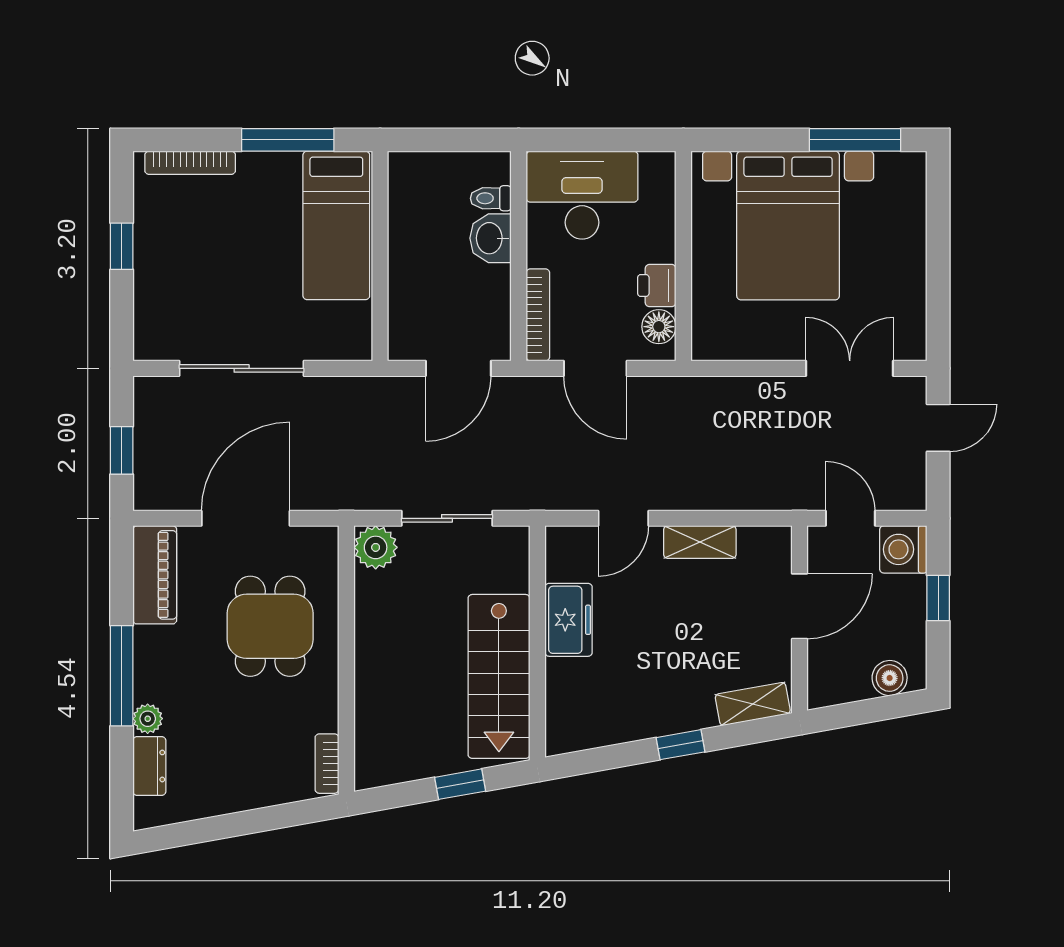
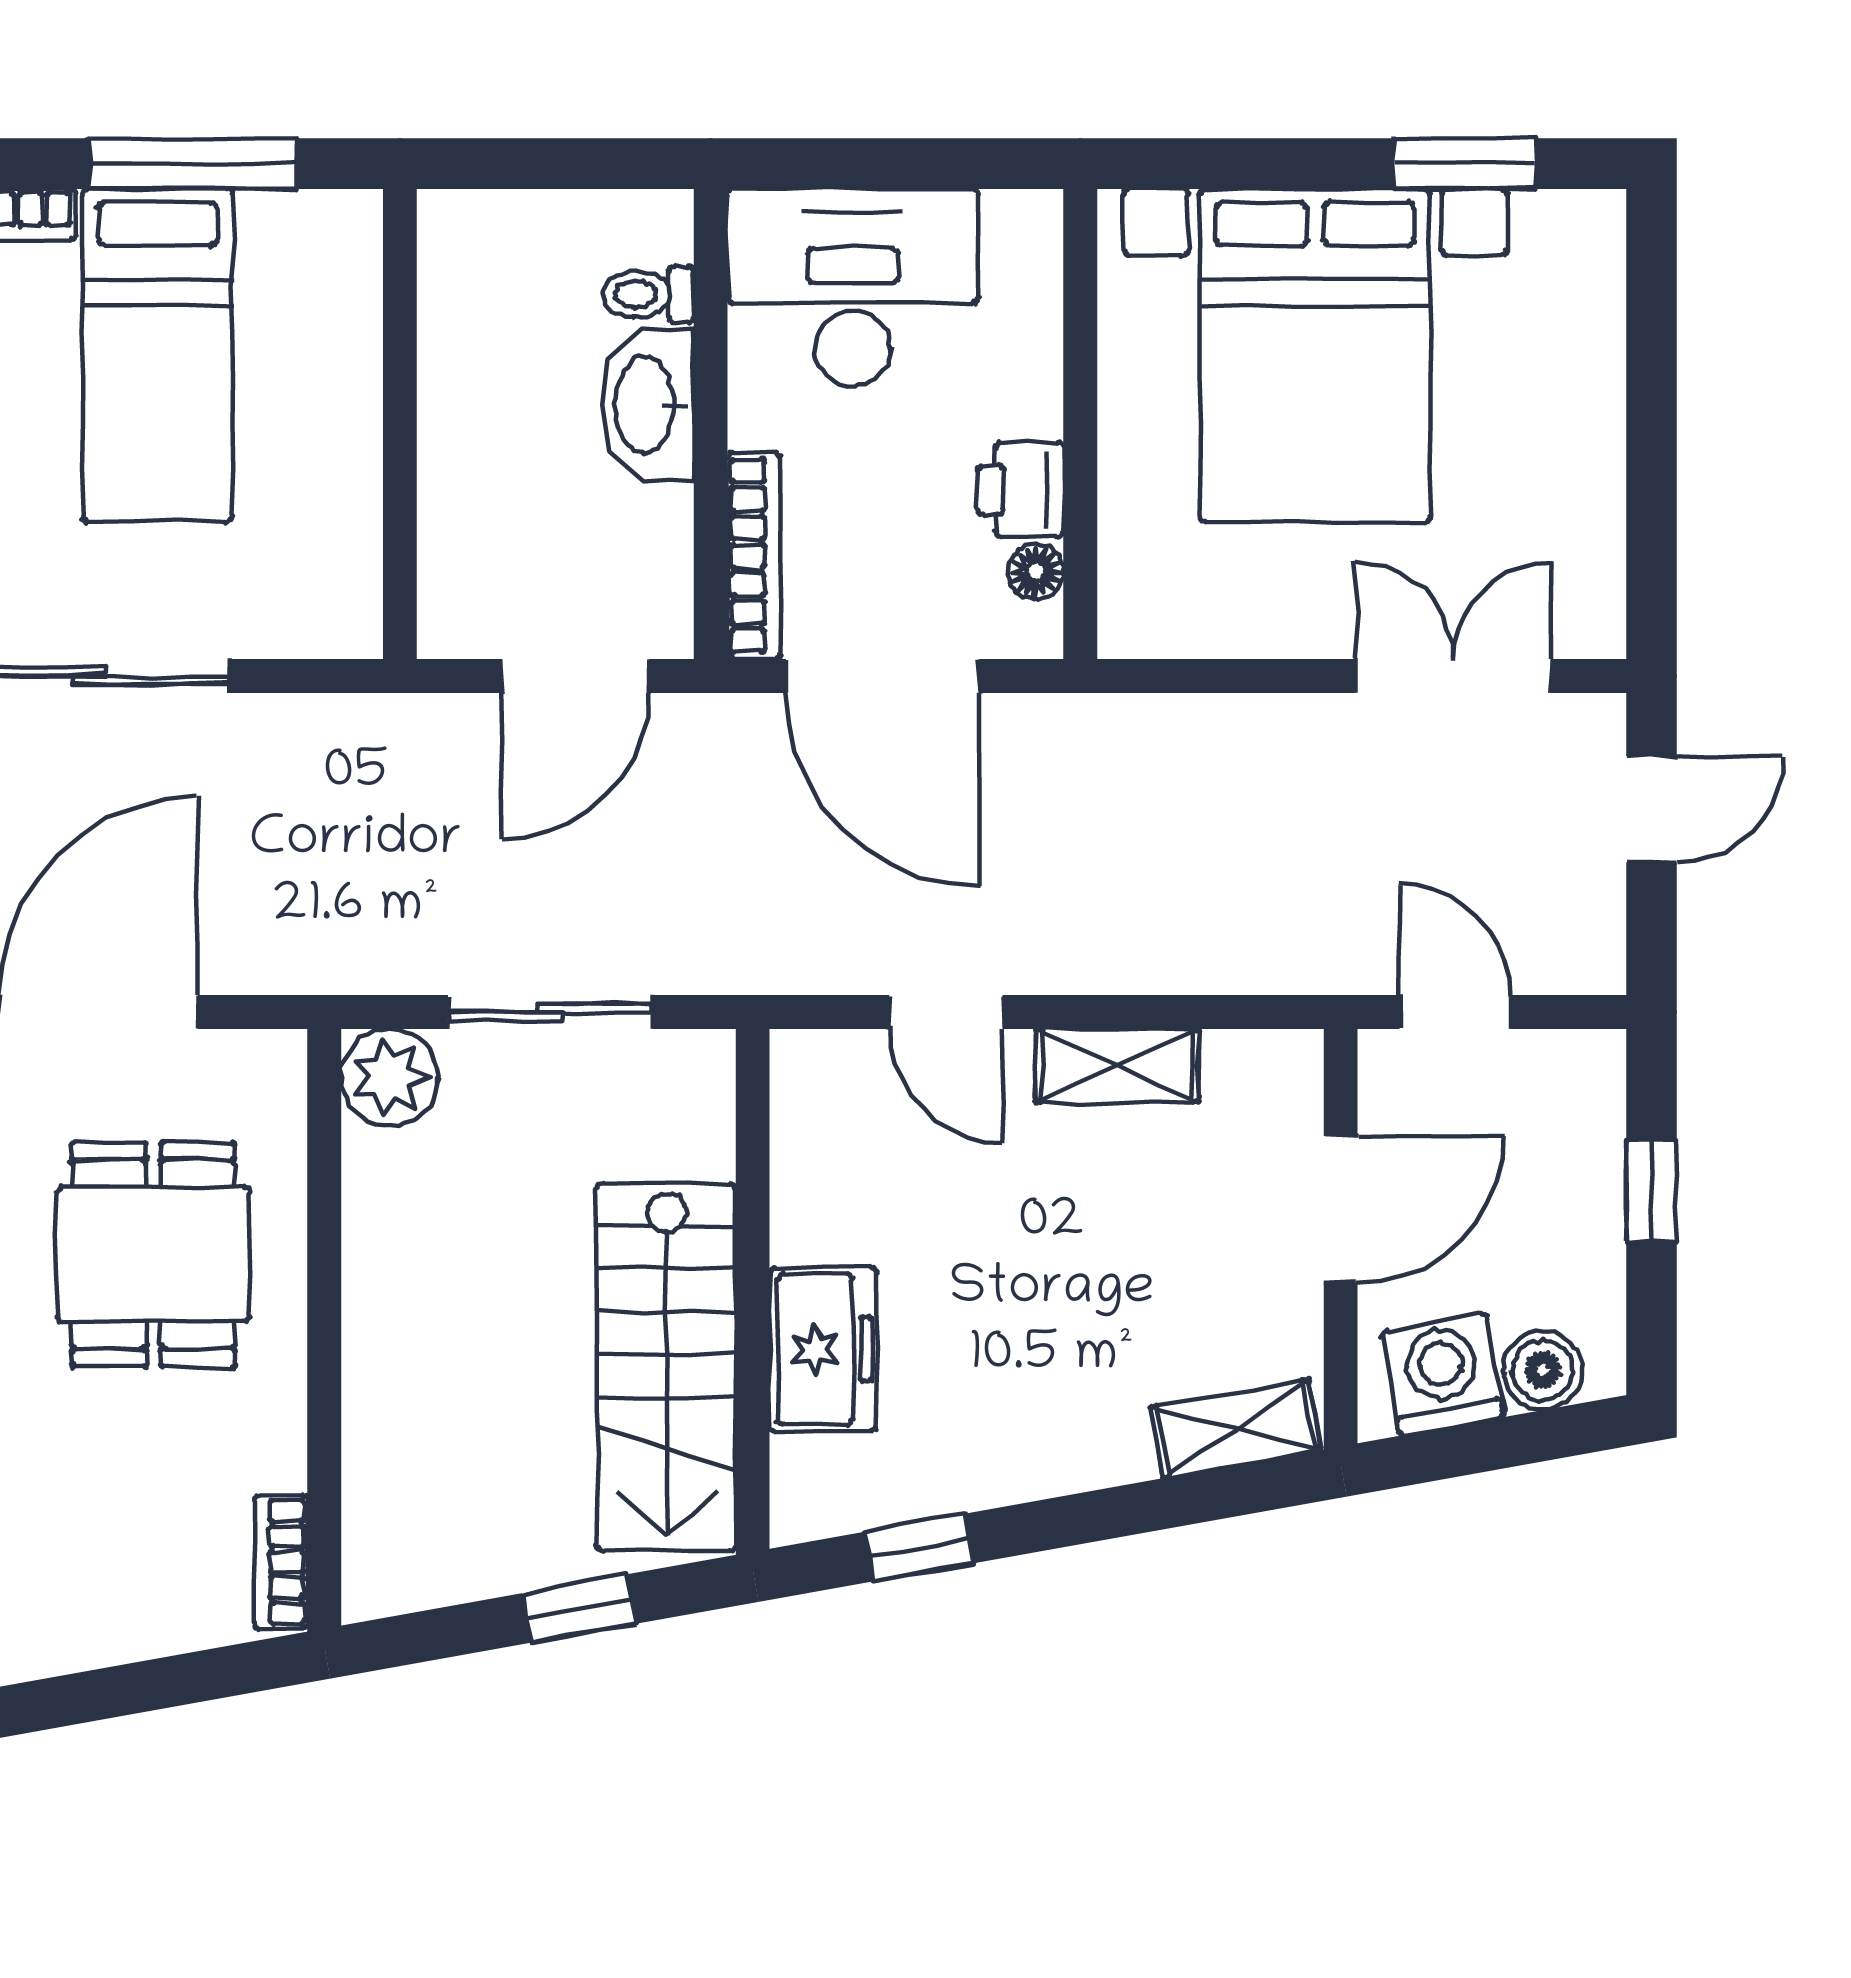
window: (855, 140) -> (1465, 164), width x0.69
bed: (336, 225) -> (157, 355), moved
washbasin: (490, 238) -> (648, 405), width x1.38
floor lamp: (659, 327) -> (1036, 572), width x0.73, depth x0.73
door: (595, 368) -> (883, 676), width x1.36
door: (623, 518) -> (946, 1012), hinge flipped
washing machine: (903, 549) -> (1443, 1374), moved, turned 80
freezer: (569, 620) -> (823, 1349), moved
window: (681, 745) -> (920, 1547), moved

